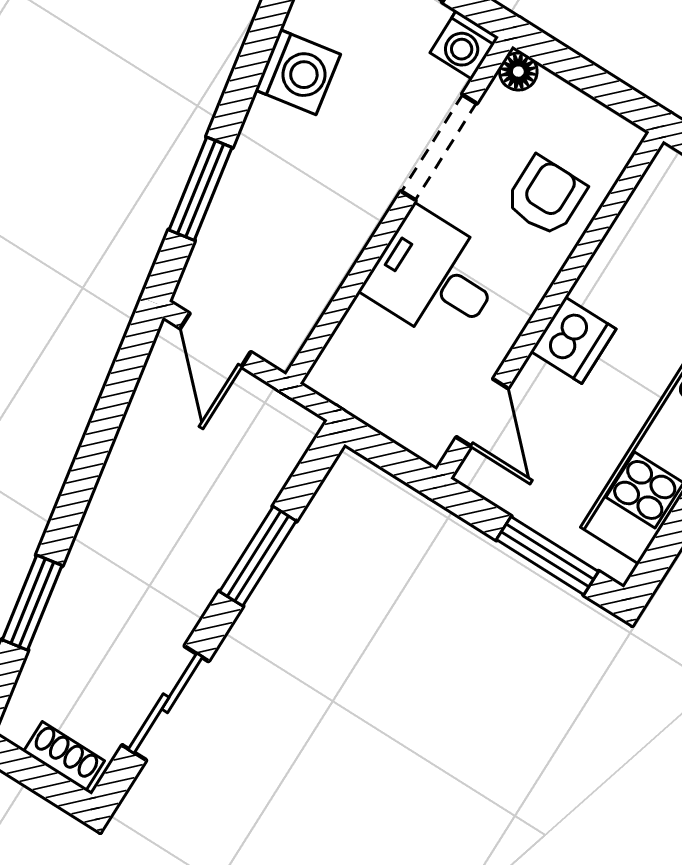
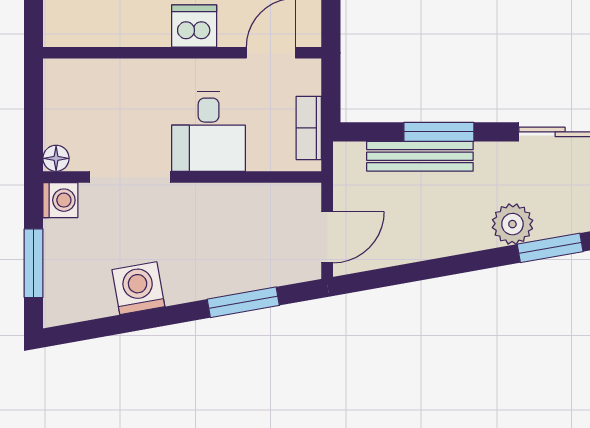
armchair: (546, 196) -> (119, 96), removed
bookcase: (362, 401) -> (309, 128), added
bench: (243, 515) -> (420, 156), added
plant: (90, 575) -> (512, 224), added

